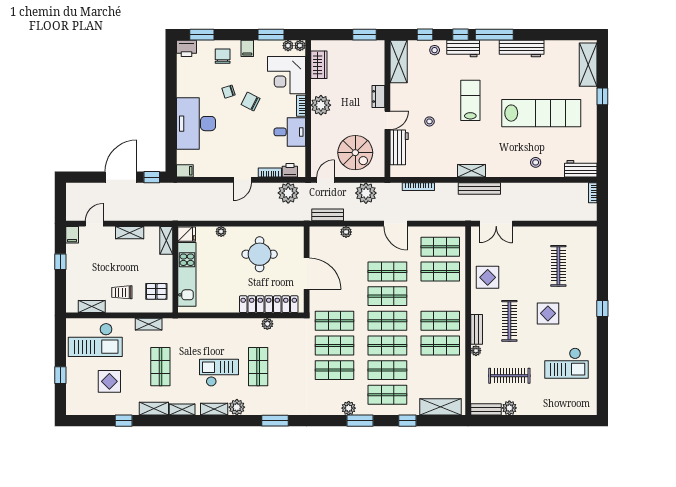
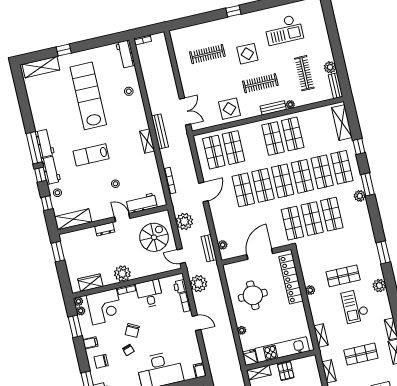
workbench: (522, 49) -> (45, 143), moved, width x0.73
plant: (346, 232) -> (223, 245), moved
pallet: (156, 291) -> (286, 371), moved
plant: (267, 324) -> (310, 290), moved
checkout: (566, 363) -> (284, 30), turned 90
shelving: (214, 409) -> (321, 335), moved

